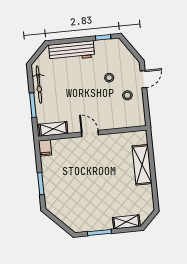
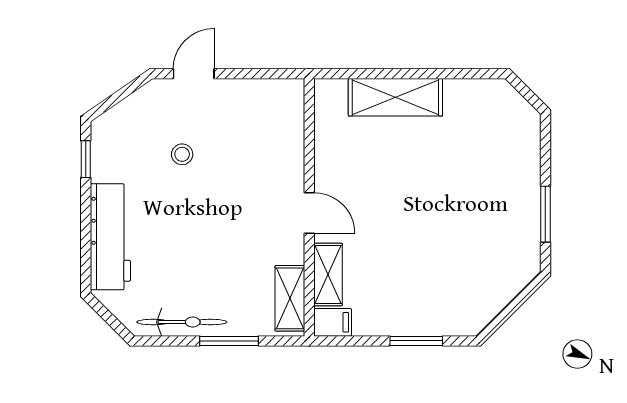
door: (143, 79) -> (194, 74), hinge flipped
stool: (127, 95) -> (228, 116), removed
door: (90, 133) -> (309, 213), swing flipped
shelving: (126, 222) -> (328, 274), moved

